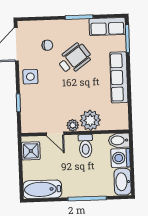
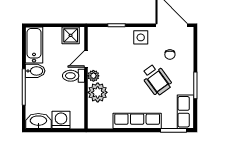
bidet: (119, 140) -> (35, 71), moved, turned 90
toilet: (86, 146) -> (73, 76), moved

